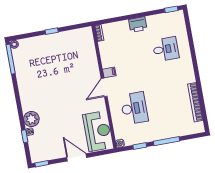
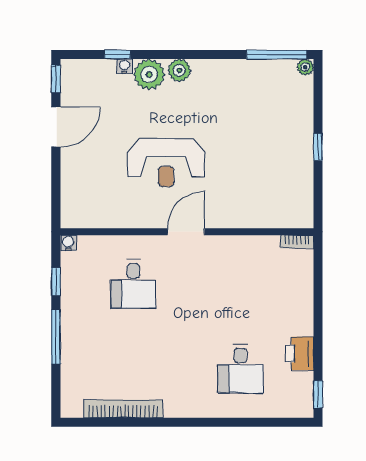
printer: (138, 25) -> (300, 353), moved
filing cabinet: (109, 72) -> (214, 247), removed
door: (104, 87) -> (186, 232), hinge flipped
plant: (27, 105) -> (179, 70), added
desk: (134, 108) -> (133, 284), width x0.73
reception desk: (98, 131) -> (166, 162), moved
door: (77, 157) -> (56, 127), moved

